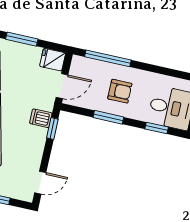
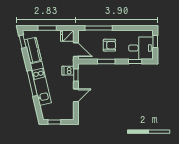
door: (62, 86) -> (76, 50), hinge flipped
door: (40, 183) -> (76, 95), moved

